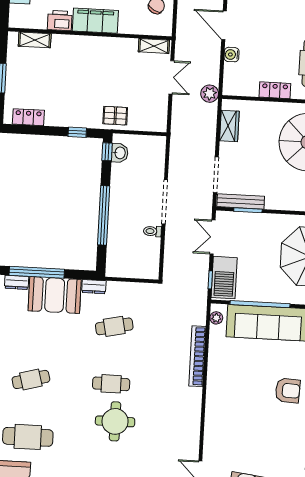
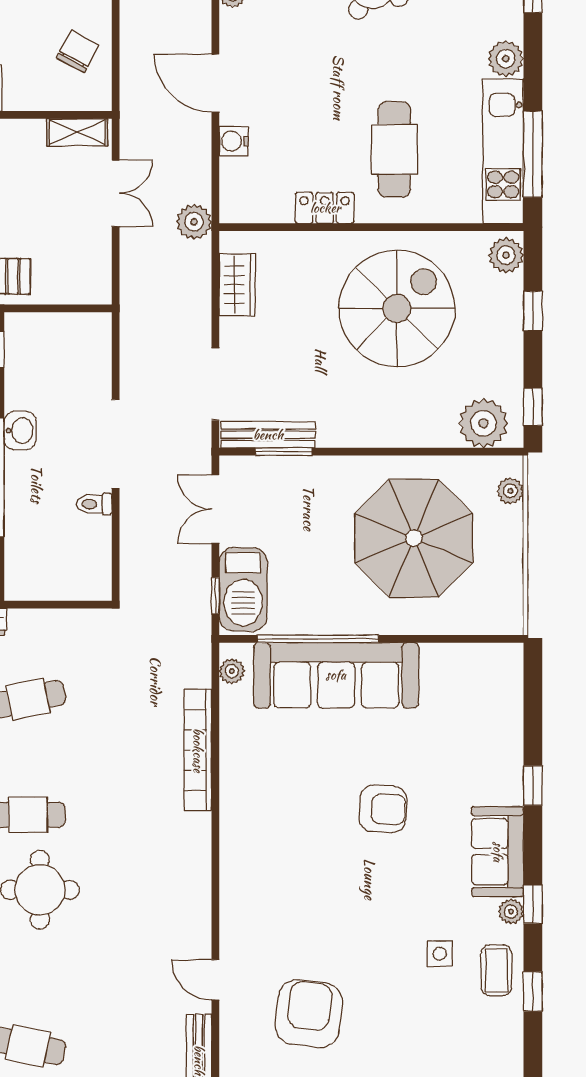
washbasin: (120, 153) -> (20, 431), moved

